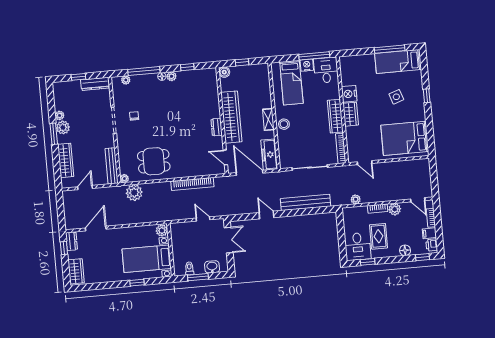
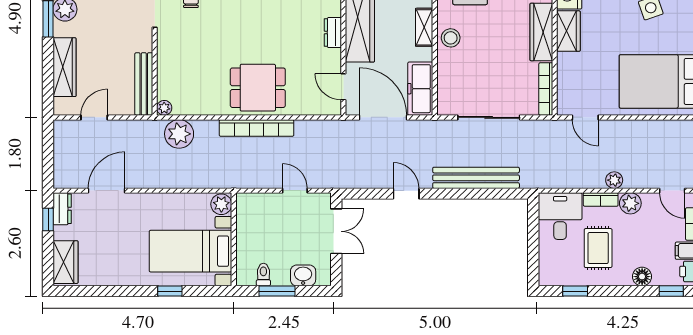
dining table: (154, 161) -> (258, 88), moved
bookcase: (192, 184) -> (257, 128), moved
plant: (356, 199) -> (614, 180), moved
desk: (358, 246) -> (560, 216), moved, turned 180

